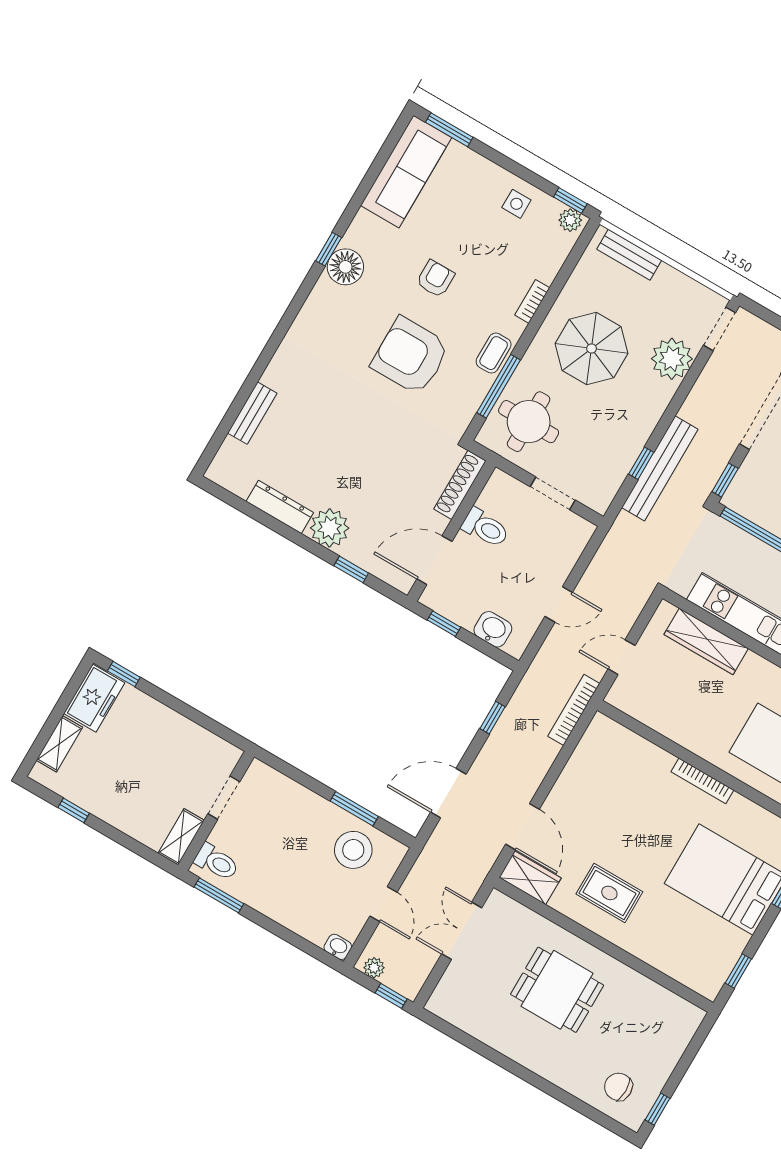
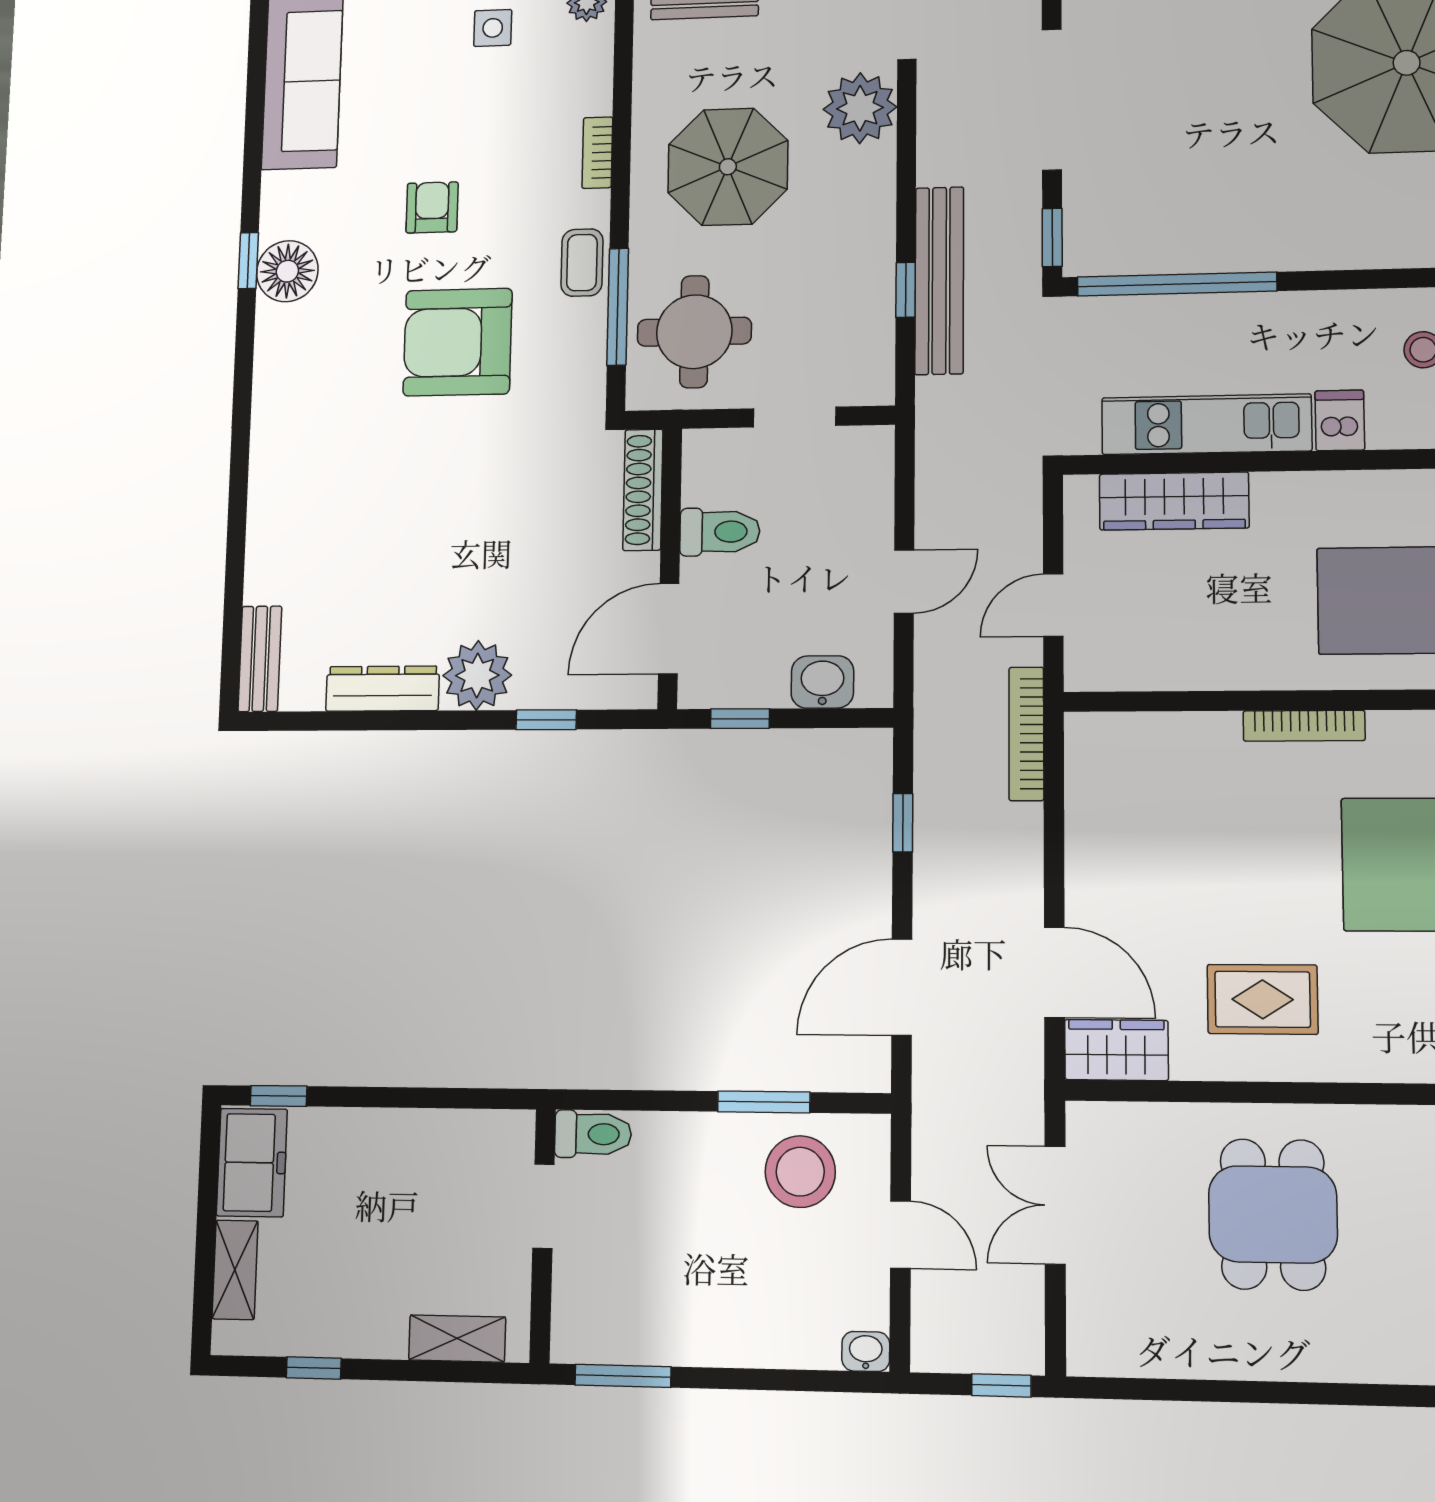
bench: (252, 413) -> (260, 659), moved
shelving: (181, 837) -> (457, 1338), moved, turned 90
toilet: (216, 862) -> (593, 1134), moved
plant: (374, 968) -> (946, 1353), removed
dining table: (557, 990) -> (1273, 1214), turned 90

